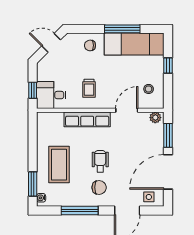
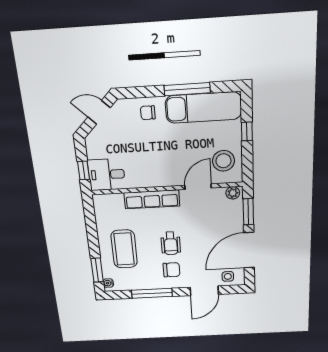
trolley: (89, 88) -> (151, 164), removed
stool: (149, 89) -> (223, 161), width x1.89, depth x1.89
wheelchair: (100, 161) -> (171, 243), turned 180

